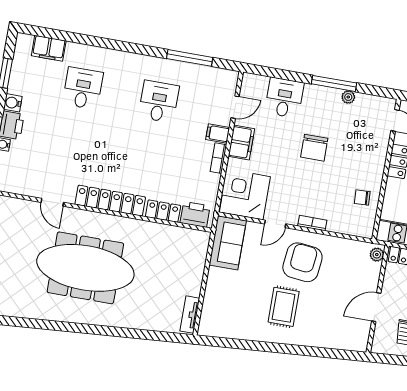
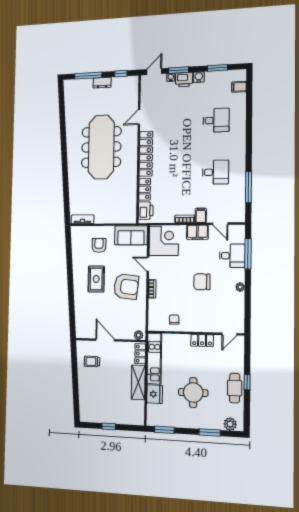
filing cabinet: (49, 48) -> (239, 87), width x0.50
window: (334, 83) -> (248, 254), moved
plant: (348, 97) -> (240, 287), moved
armchair: (234, 295) -> (99, 245), added
rug: (284, 307) -> (96, 279), turned 90

